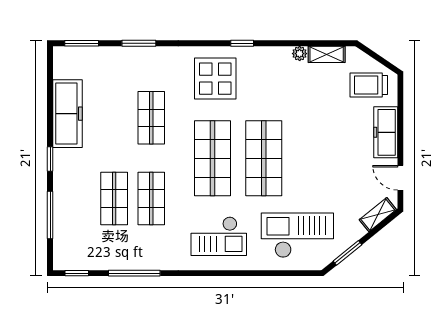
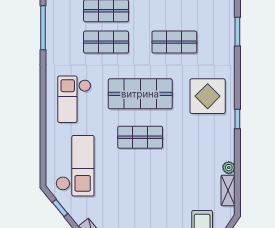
shop shelf: (264, 158) -> (140, 137), width x0.70, depth x0.74
window: (347, 253) -> (60, 208), width x0.67

